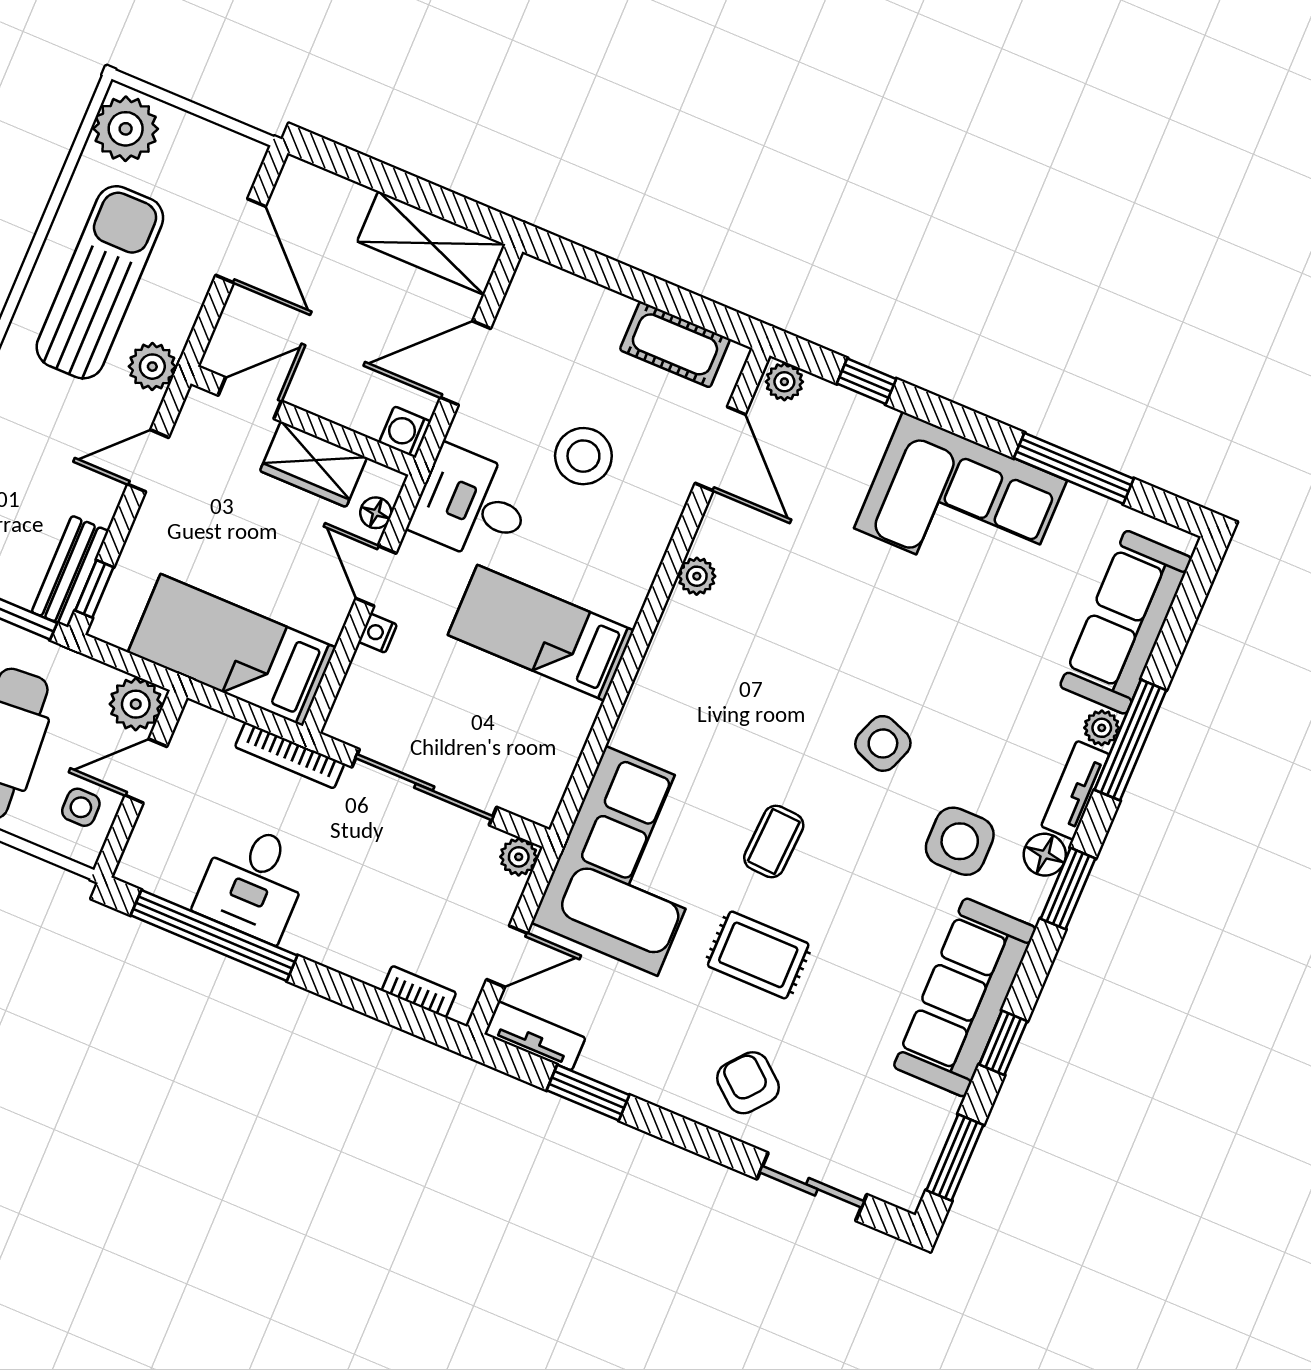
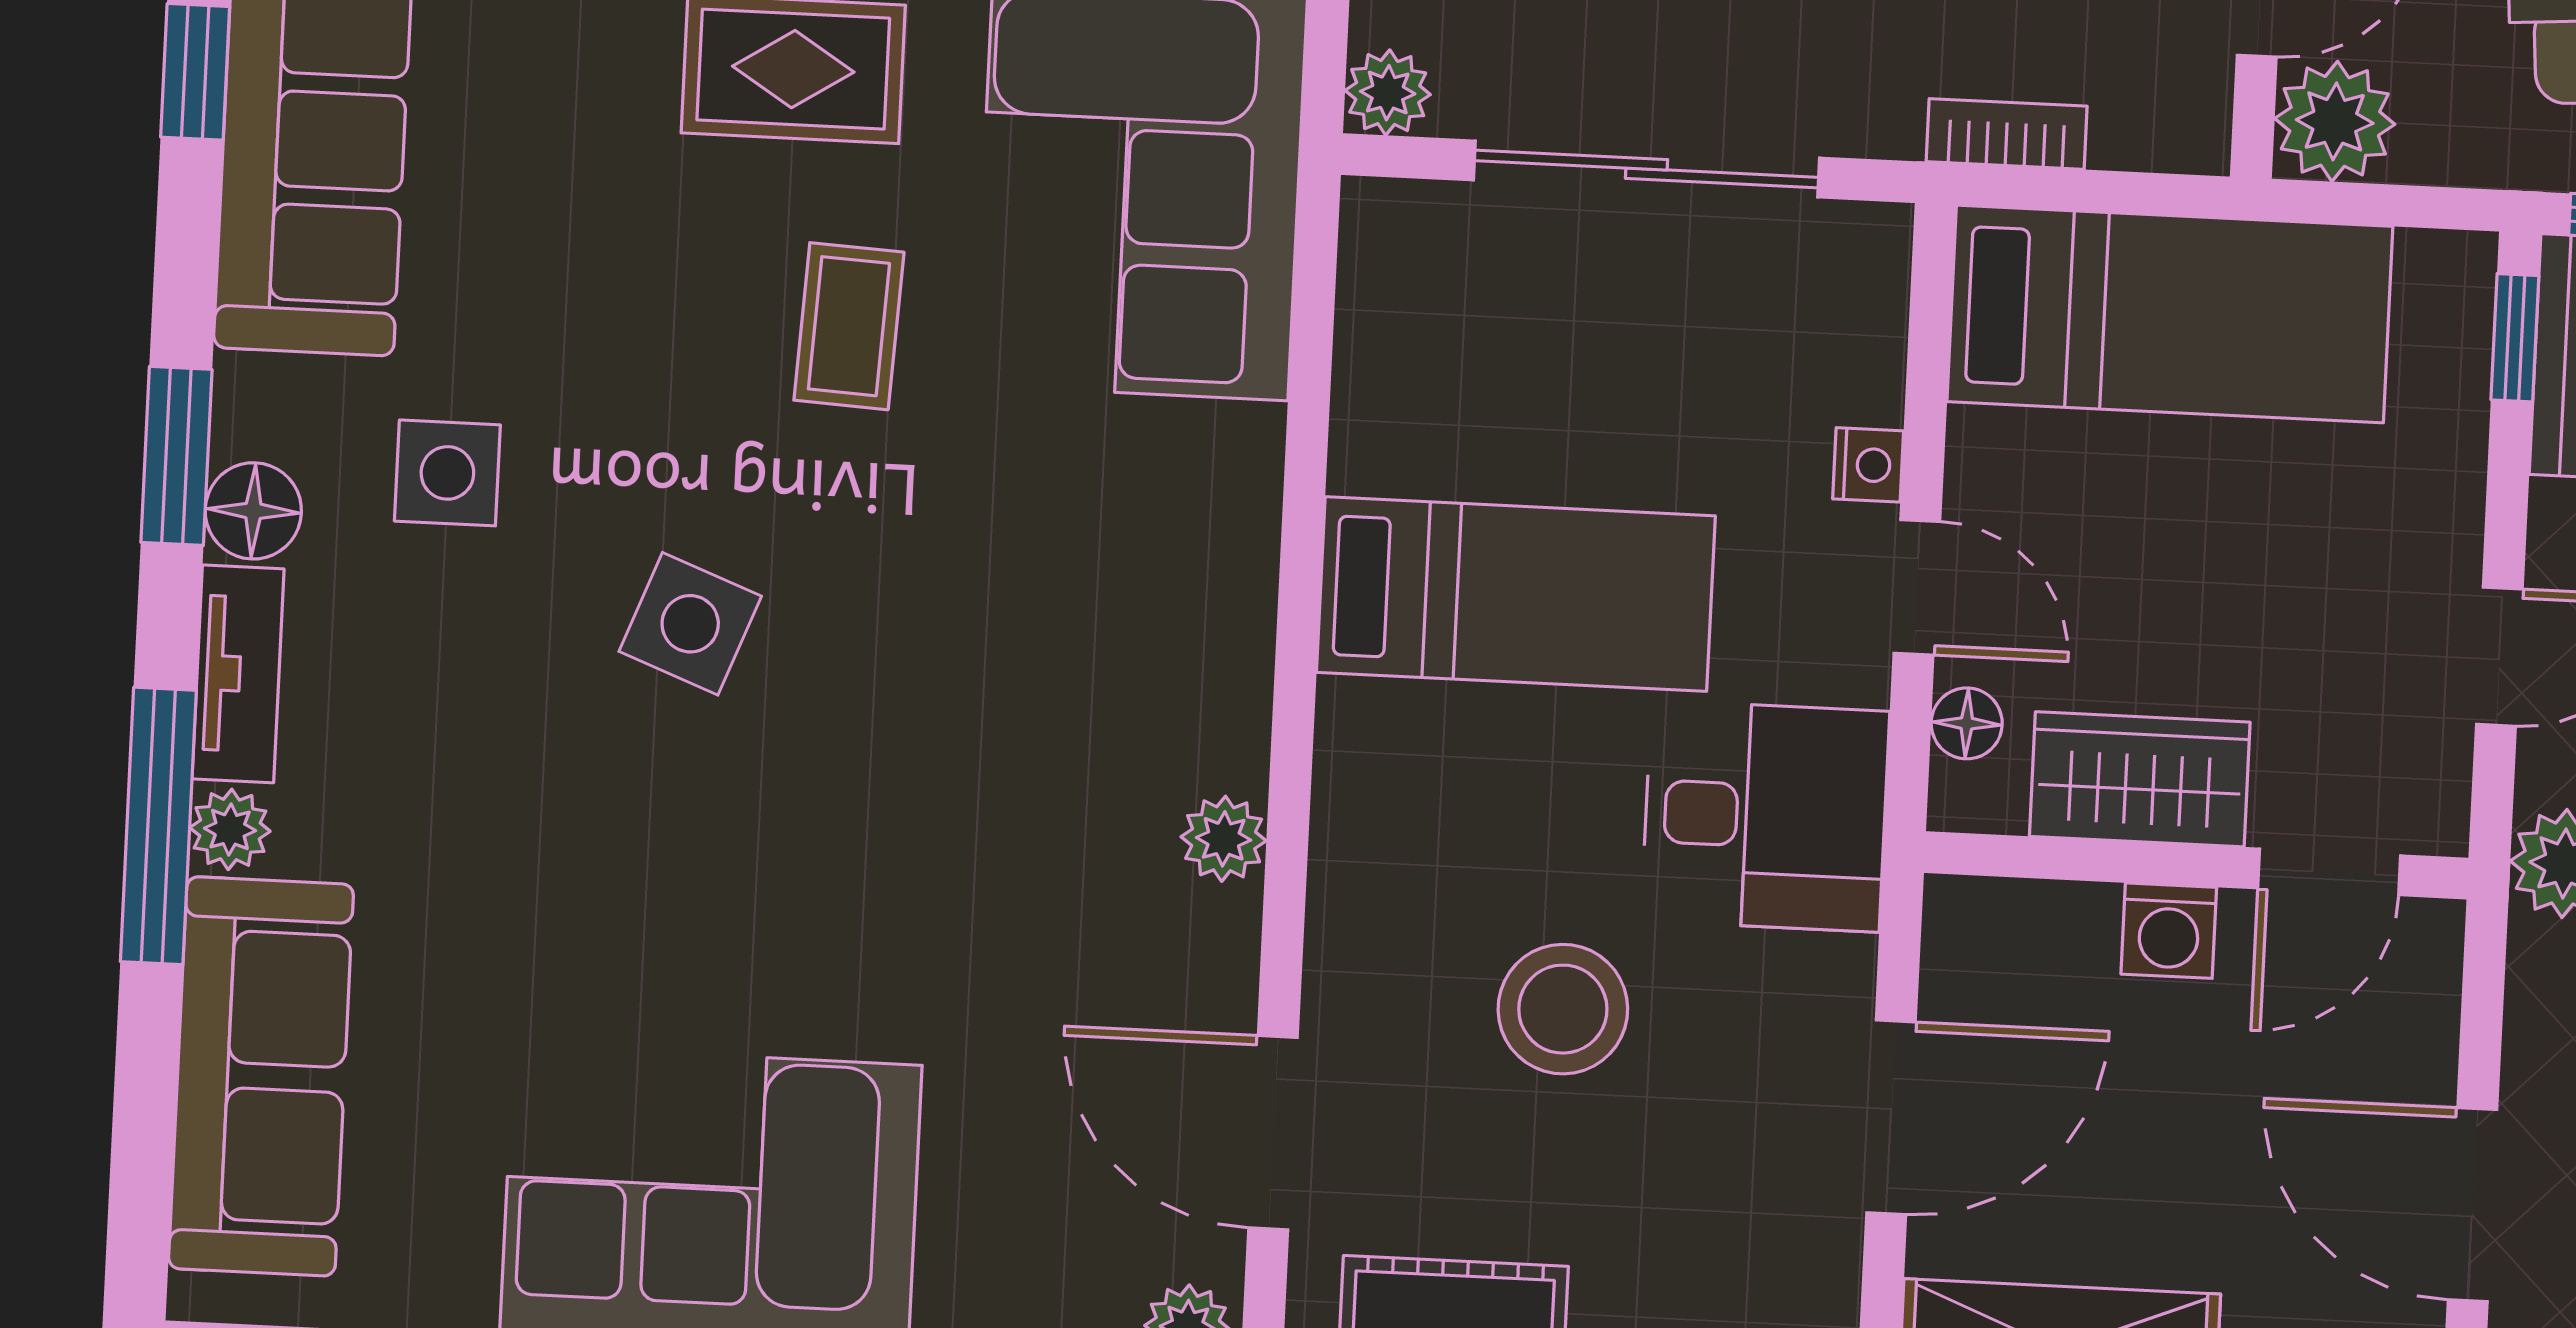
washing machine: (405, 432) -> (2169, 931), moved, turned 90
bookcase: (290, 755) -> (2007, 134), width x0.64
side table: (960, 841) -> (447, 473), width x0.73, depth x0.73

